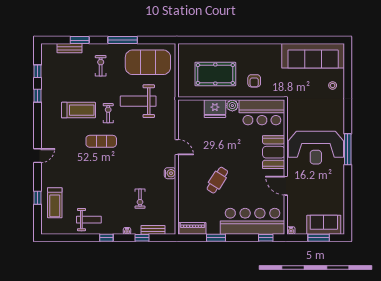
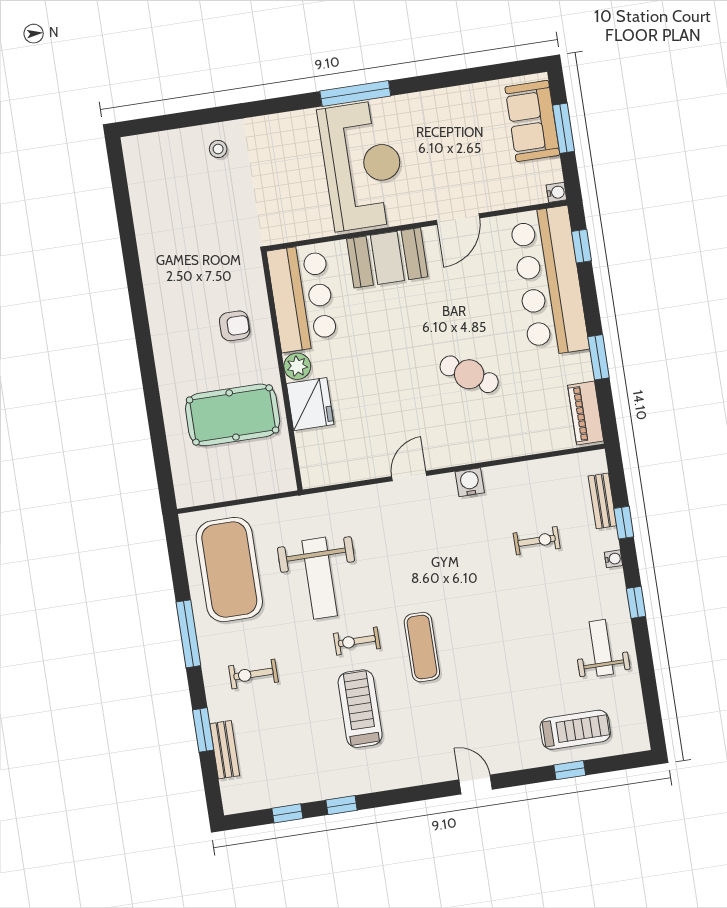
sofa: (313, 56) -> (159, 203), removed
pool table: (215, 74) -> (233, 415), turned 90

